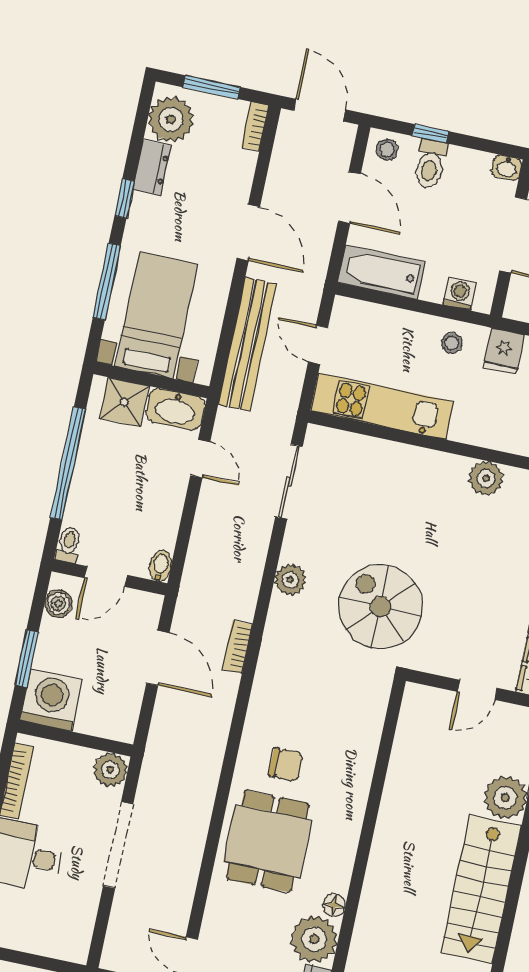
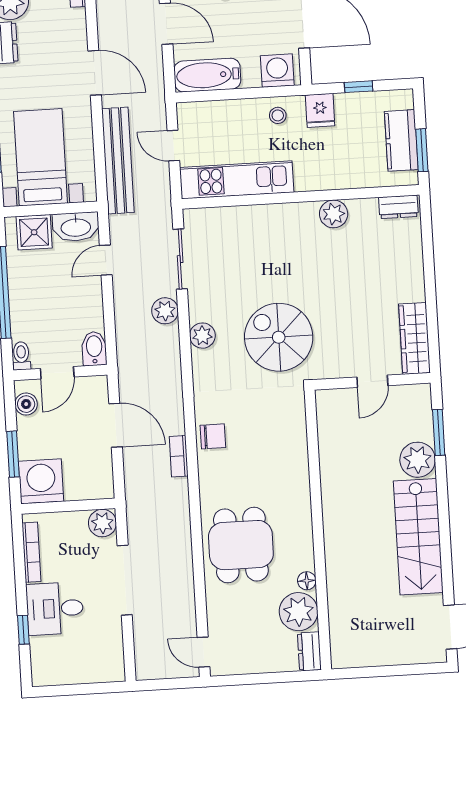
washing machine: (460, 294) -> (277, 71), width x1.38, depth x1.38
door: (200, 459) -> (106, 260), swing flipped
plant: (254, 538) -> (165, 311), added
bidet: (160, 566) -> (94, 349), width x1.38, depth x1.36
bookcase: (237, 647) -> (179, 456), moved
chair: (286, 765) -> (213, 436), moved

